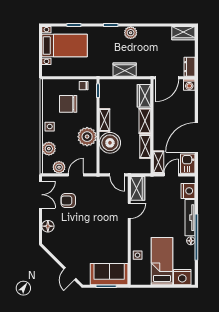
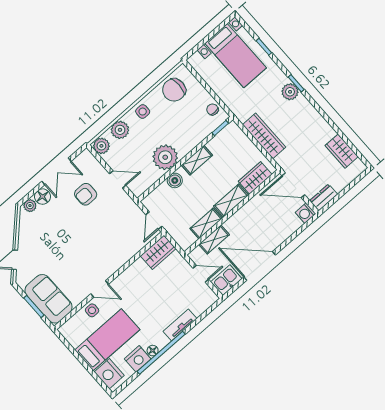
plant: (131, 33) -> (290, 92), moved
wardrobe: (183, 33) -> (342, 151), moved
wardrobe: (125, 70) -> (264, 136), width x1.50
chair: (68, 104) -> (174, 90), moved, turned -90
boiler: (110, 143) -> (175, 180), width x0.54, depth x0.54
shelving: (158, 162) -> (214, 240), moved
plant: (59, 167) -> (101, 146), moved
nightstand: (188, 191) -> (138, 359), moved
double door: (41, 195) -> (56, 171), moved
armchair: (68, 200) -> (86, 194), turned -90
door: (129, 211) -> (100, 289), moved
tv unit: (190, 218) -> (180, 325), width x0.71
plant: (47, 238) -> (30, 206), added

